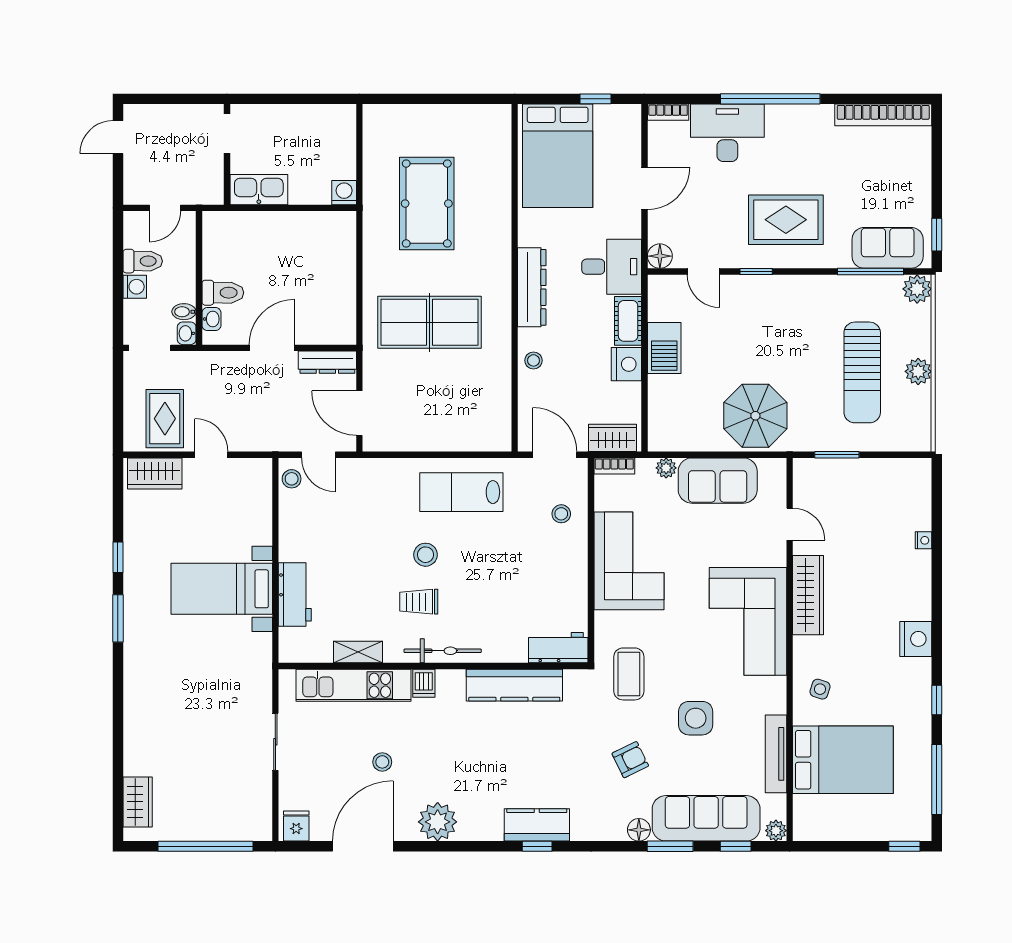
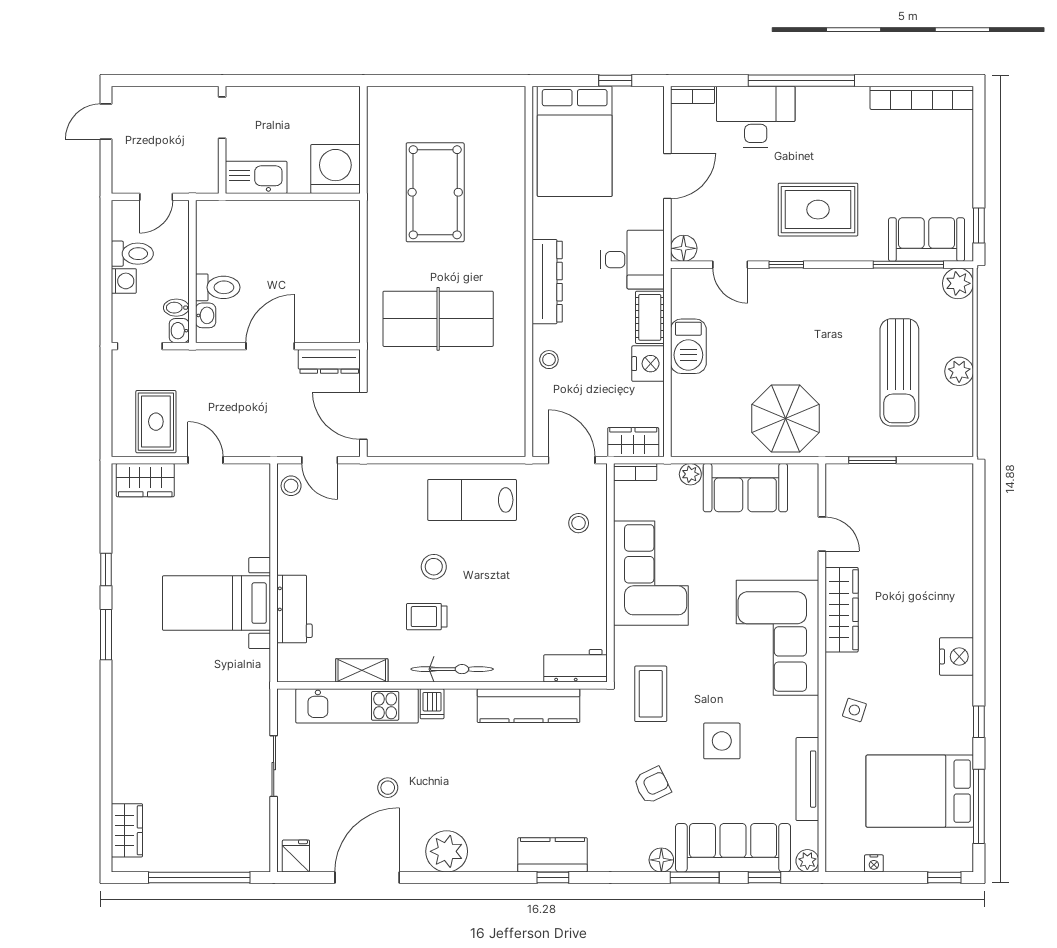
washing machine: (344, 193) -> (335, 169), width x1.89, depth x1.89
nightstand: (923, 540) -> (874, 863), moved, turned 90
bed: (843, 760) -> (920, 791), moved, turned 180

